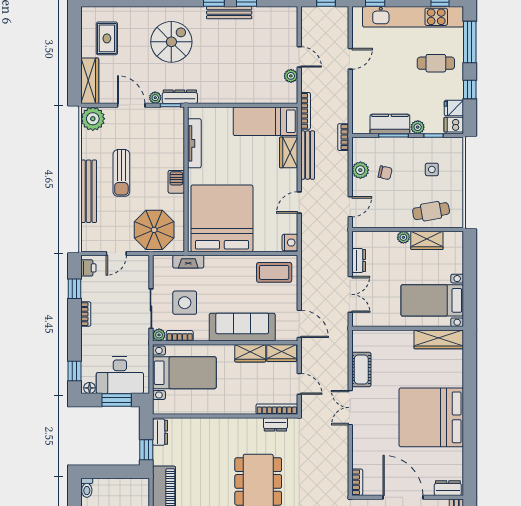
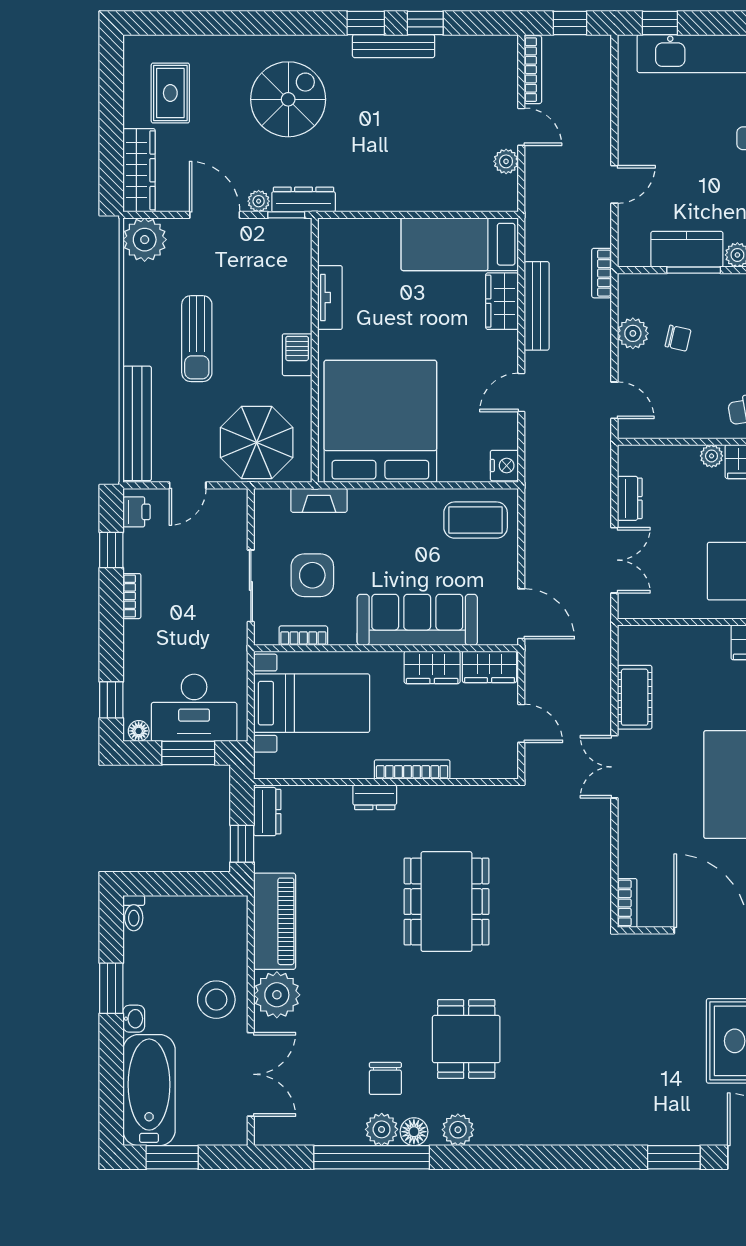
door: (350, 59) -> (614, 184), moved
bookcase: (306, 111) -> (533, 70), moved
tv unit: (194, 143) -> (330, 298), width x0.71
bench: (89, 191) -> (137, 423), moved
door: (350, 207) -> (614, 400), hinge flipped
plant: (159, 335) -> (266, 634), removed
bookcase: (277, 409) -> (412, 769), moved
dresser: (275, 424) -> (375, 797), moved

